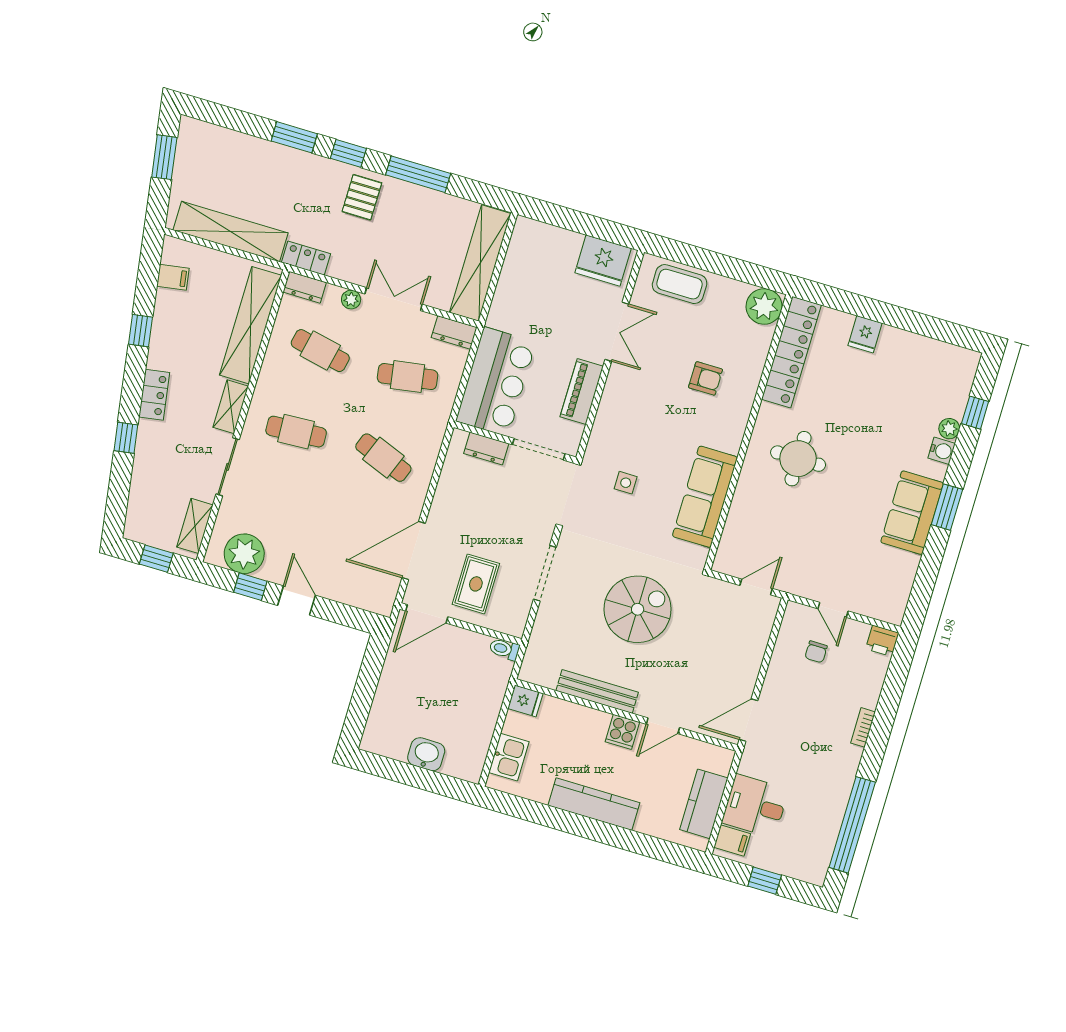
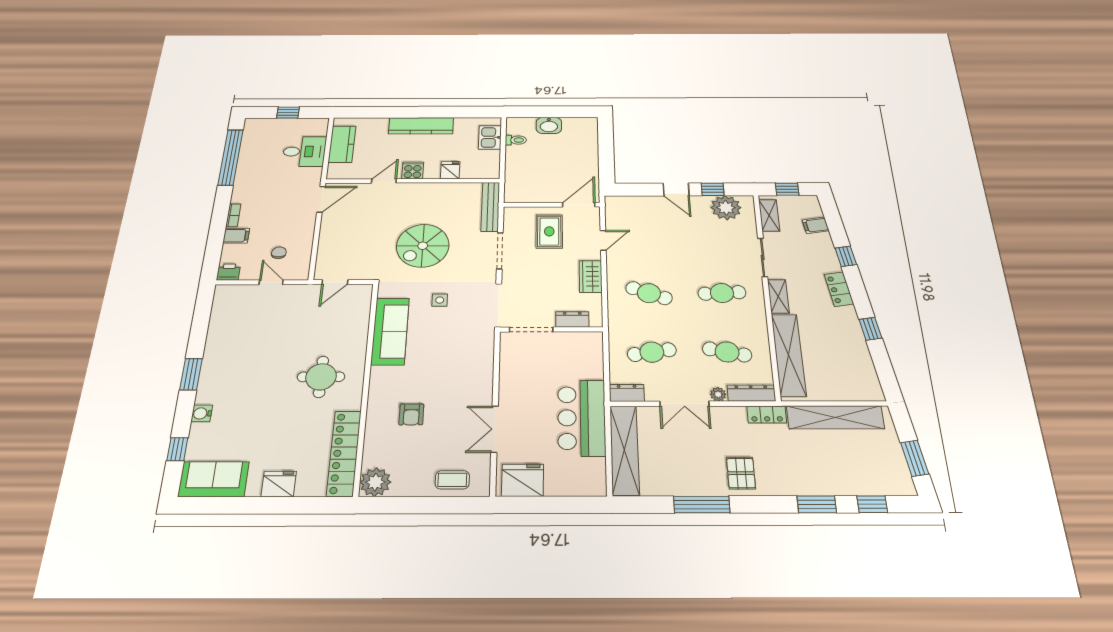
window: (348, 153) -> (872, 504), moved
filing cabinet: (173, 277) -> (816, 225), moved
coffee table: (680, 284) -> (452, 480), width x0.73, depth x0.77
dresser: (305, 287) -> (751, 393), width x1.44
fridge: (865, 334) -> (279, 484), width x1.38
armchair: (706, 378) -> (411, 414), turned -90
bar counter: (496, 382) -> (582, 418), moved
piano: (582, 391) -> (510, 378), removed
plant: (949, 429) -> (198, 431), removed
side table: (626, 483) -> (440, 300), moved
wardrobe: (446, 502) -> (591, 276), added
sofa: (912, 513) -> (214, 479), moved, turned -90
door: (414, 551) -> (603, 240), width x0.53
toilet: (504, 649) -> (516, 140), moved
bench: (597, 692) -> (490, 207), moved, turned 90
fridge: (525, 701) -> (450, 170), moved, turned 90
filing cabinet: (732, 840) -> (236, 236), moved, turned 180

